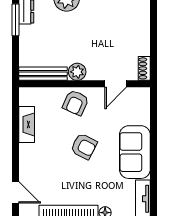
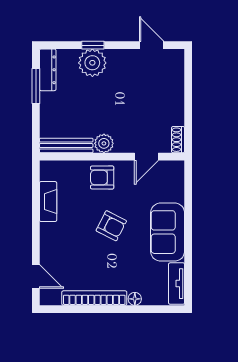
armchair: (76, 103) -> (102, 178), turned 66

